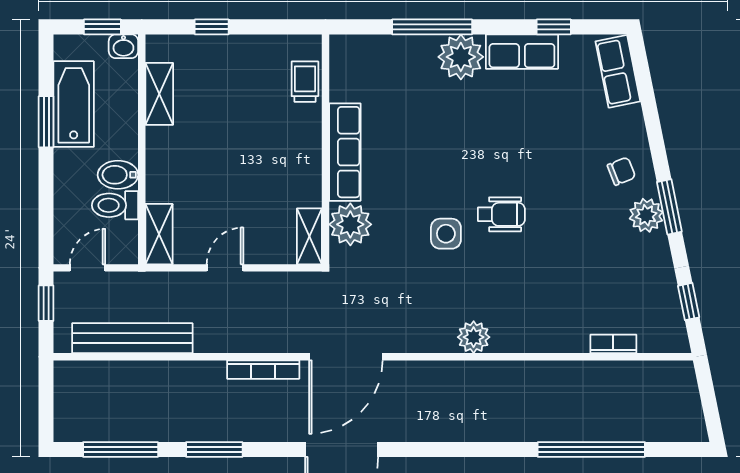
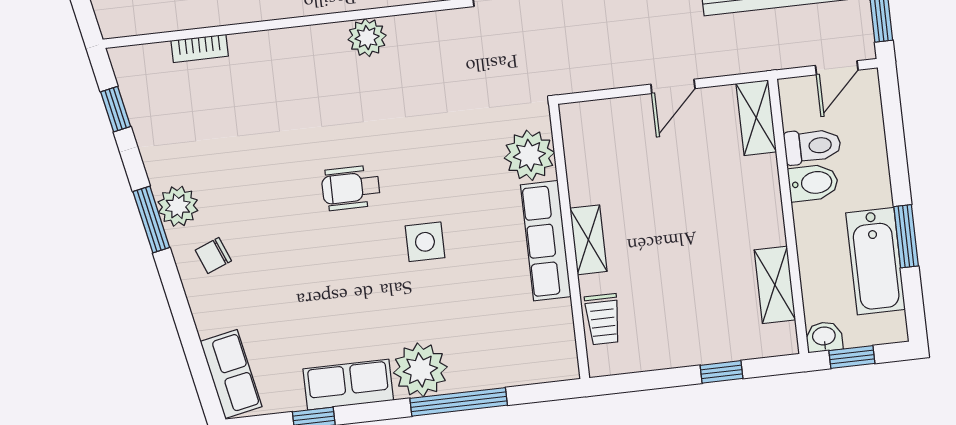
side table: (446, 234) -> (425, 242), moved
shelving: (309, 236) -> (588, 240), moved

